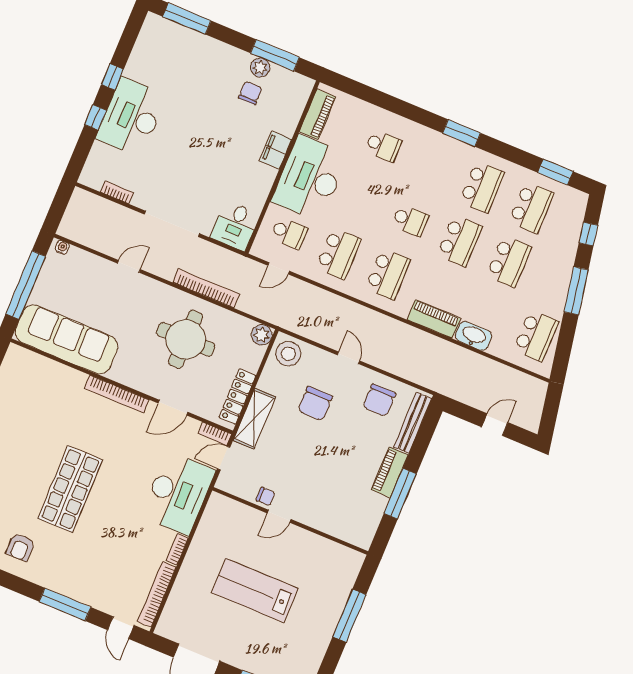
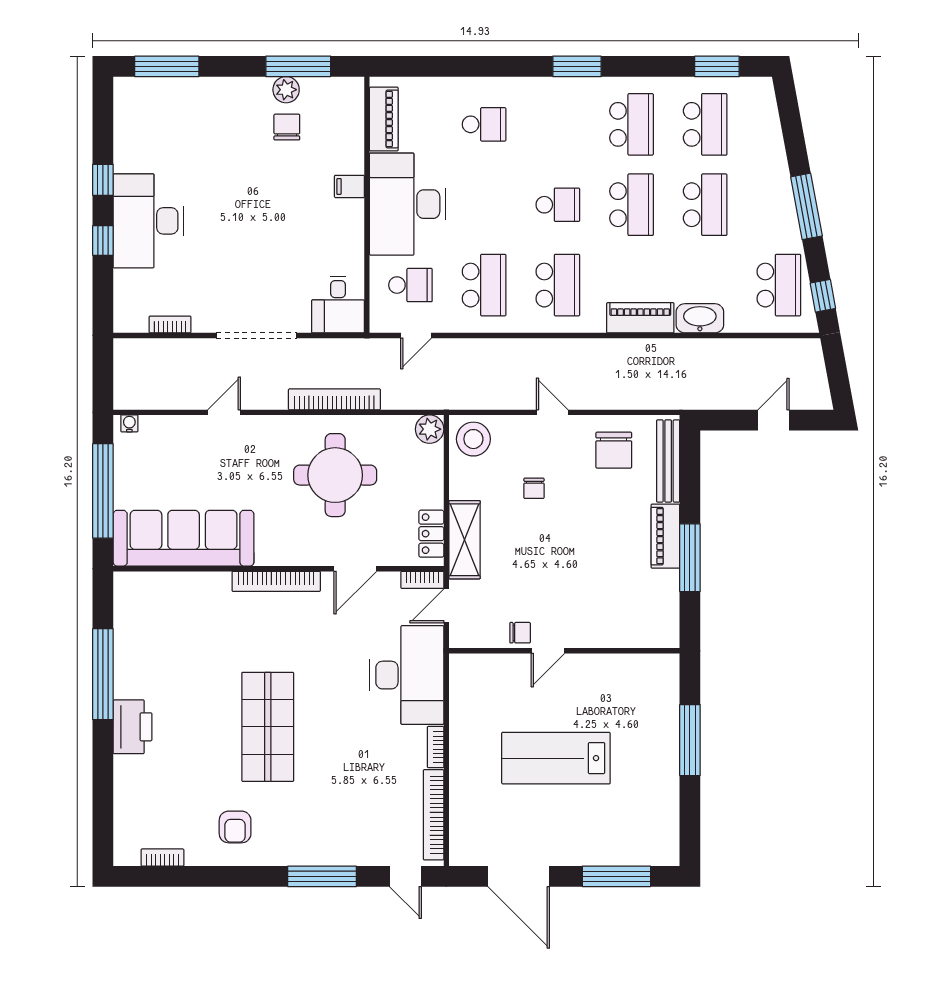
filing cabinet: (276, 150) -> (349, 186), width x0.50
window: (588, 234) -> (823, 296), moved
locker: (237, 397) -> (431, 534), width x0.66
chair: (315, 404) -> (534, 488), width x0.54, depth x0.54

